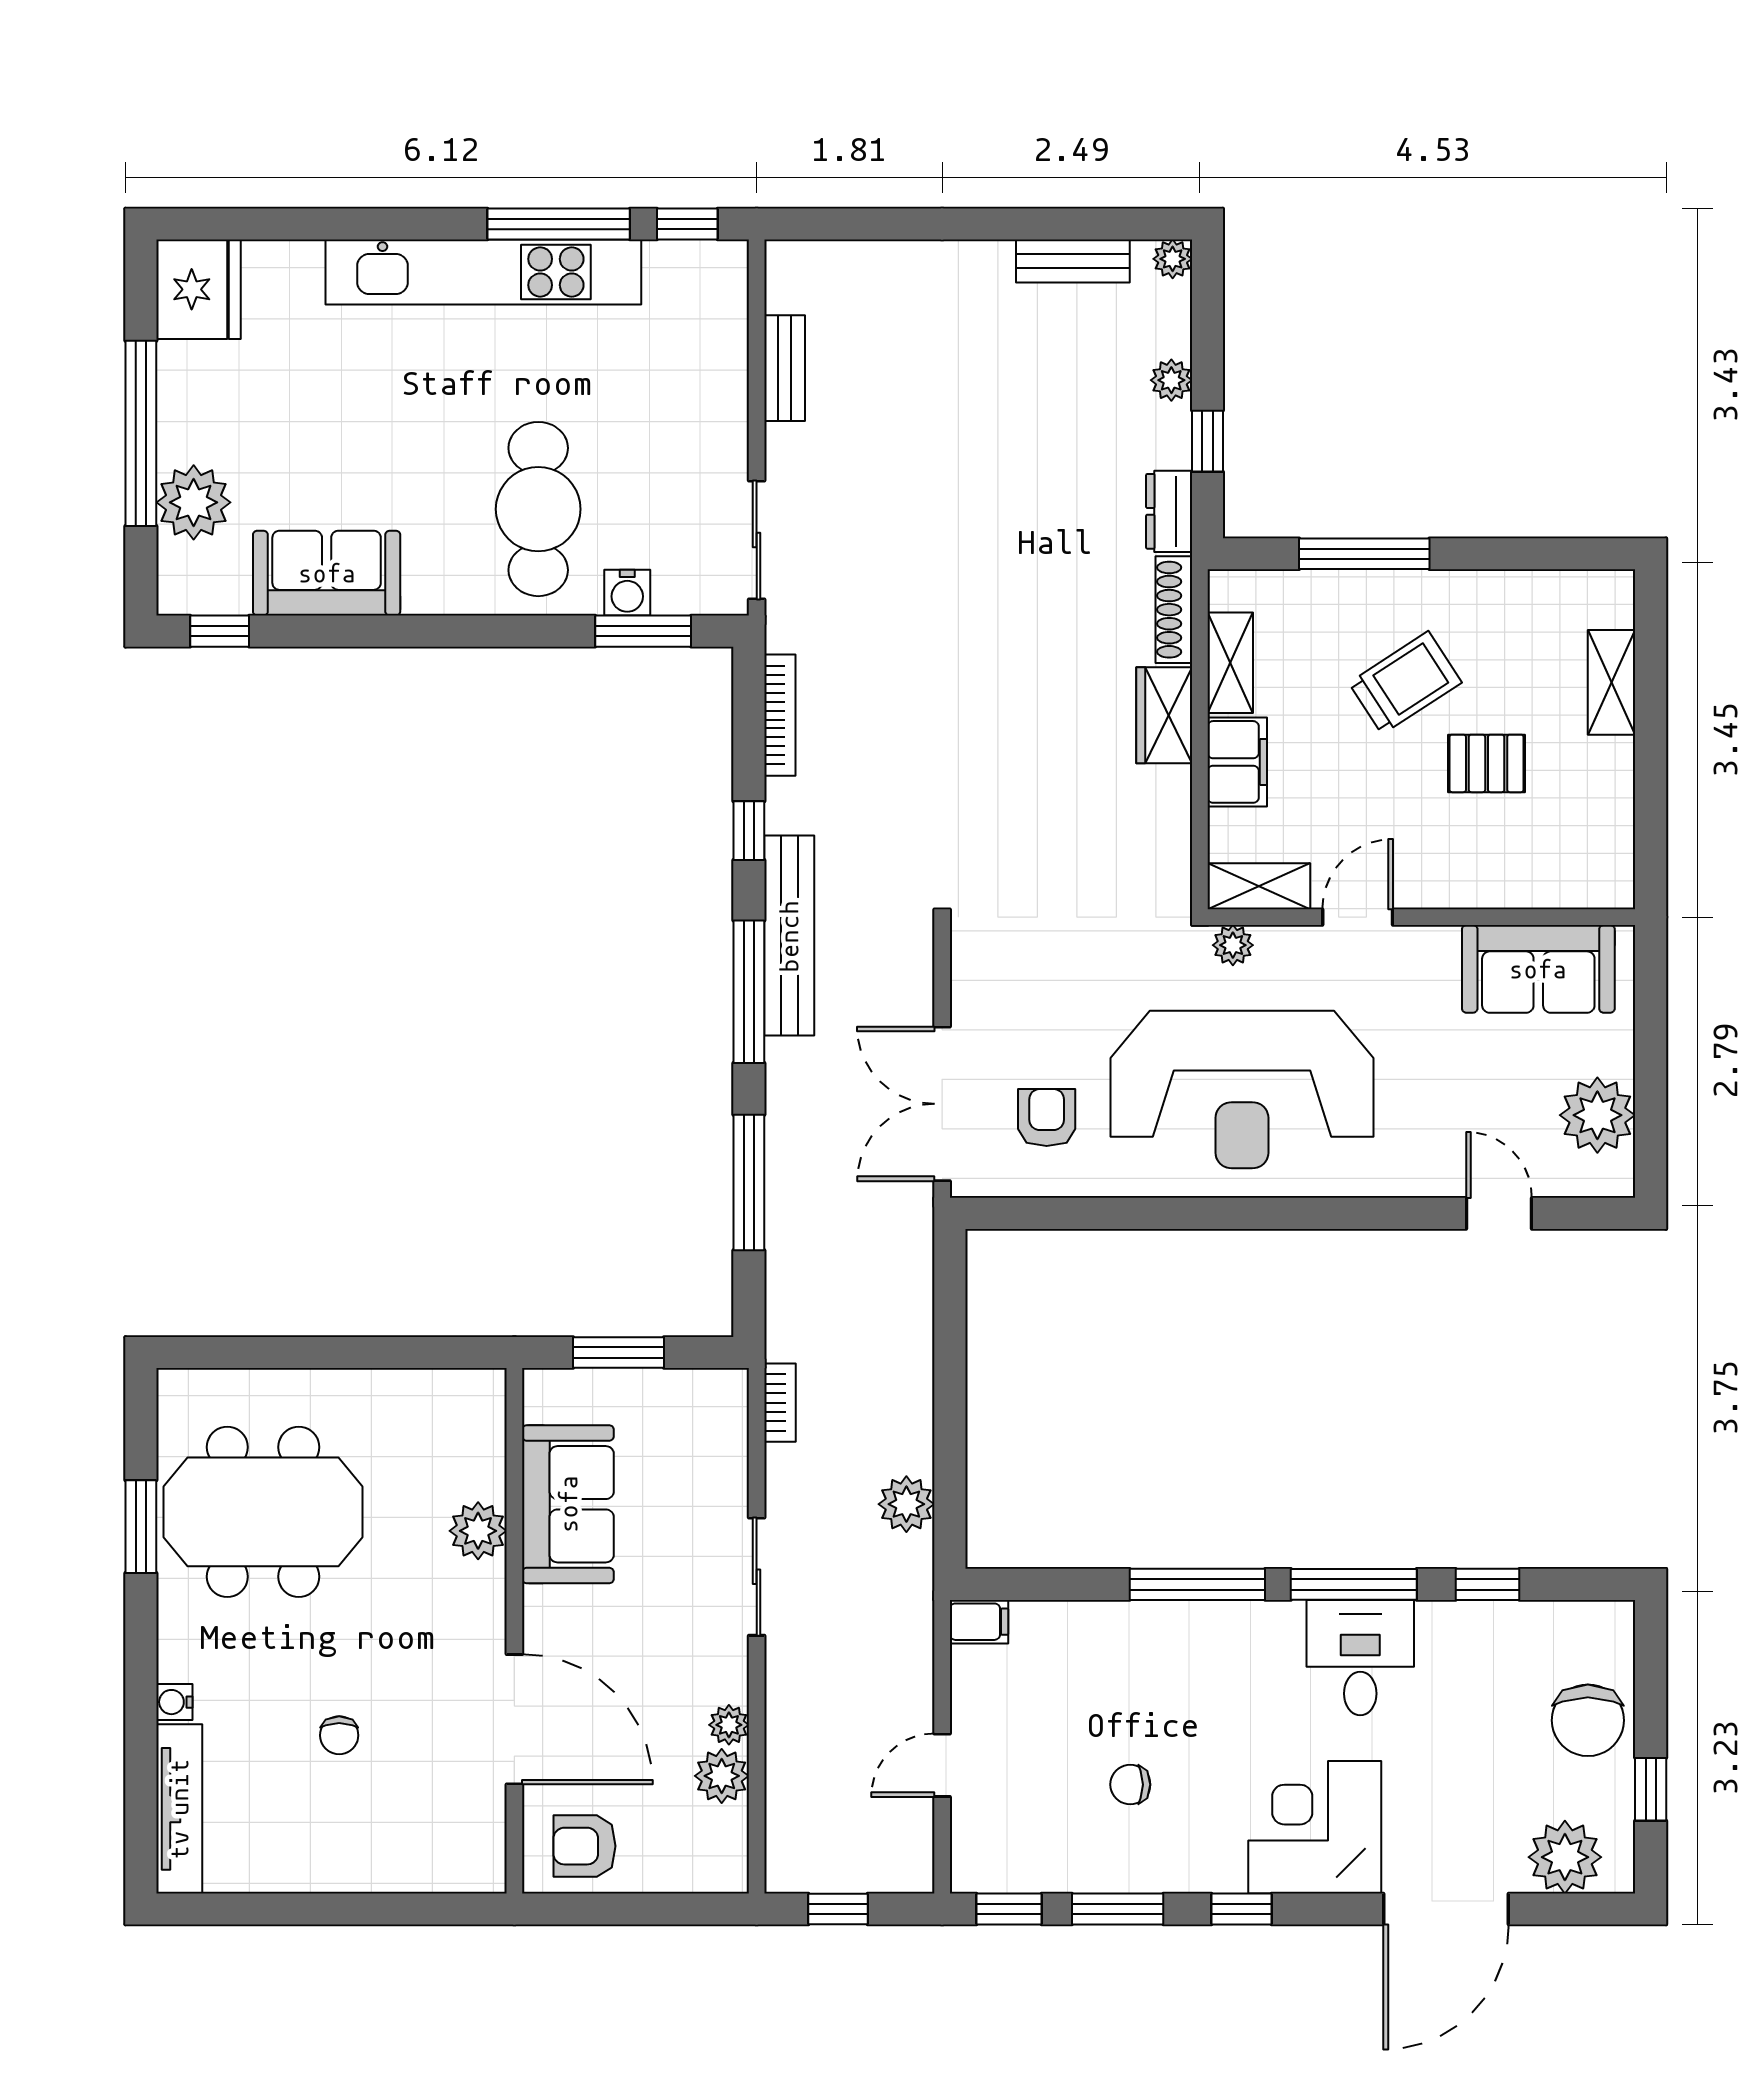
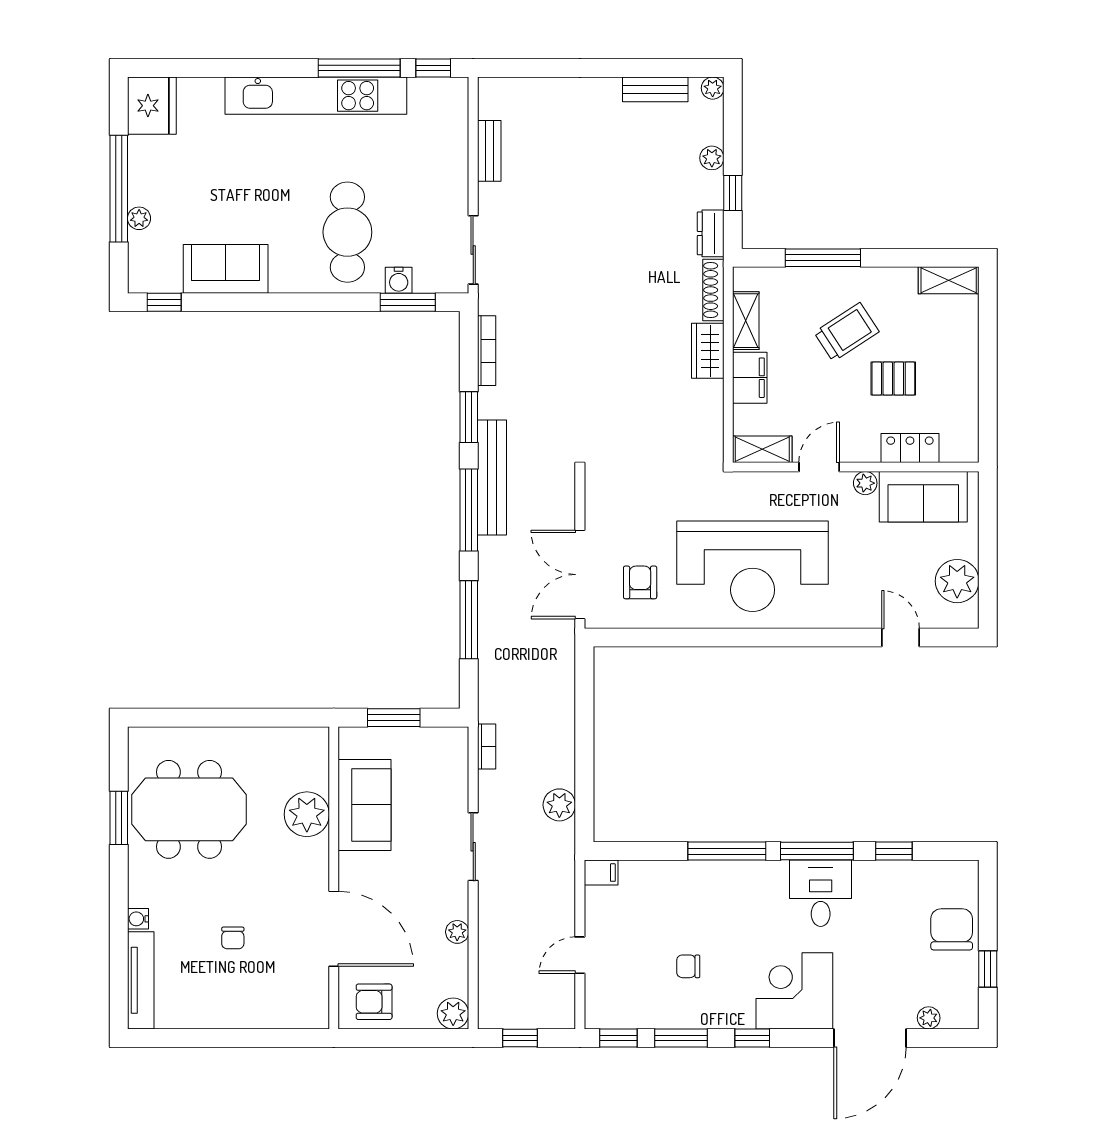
plant: (194, 502) -> (139, 218), width x0.53, depth x0.53
shelving: (1612, 682) -> (949, 280), moved, turned 90
window: (749, 831) -> (469, 417), width x1.50
locker: (1515, 884) -> (910, 448), added
plant: (1233, 945) -> (865, 483), moved
plant: (478, 1531) -> (307, 814), width x1.36, depth x1.36
chair: (1588, 1720) -> (952, 929), turned 180
plant: (722, 1776) -> (453, 1013), moved
plant: (1565, 1857) -> (929, 1018), width x0.53, depth x0.53

